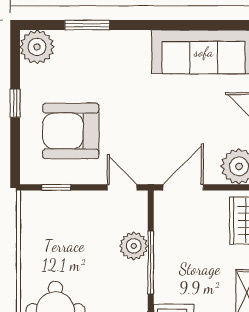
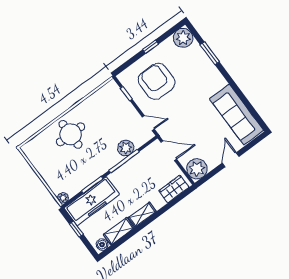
door: (122, 187) -> (148, 123), hinge flipped

